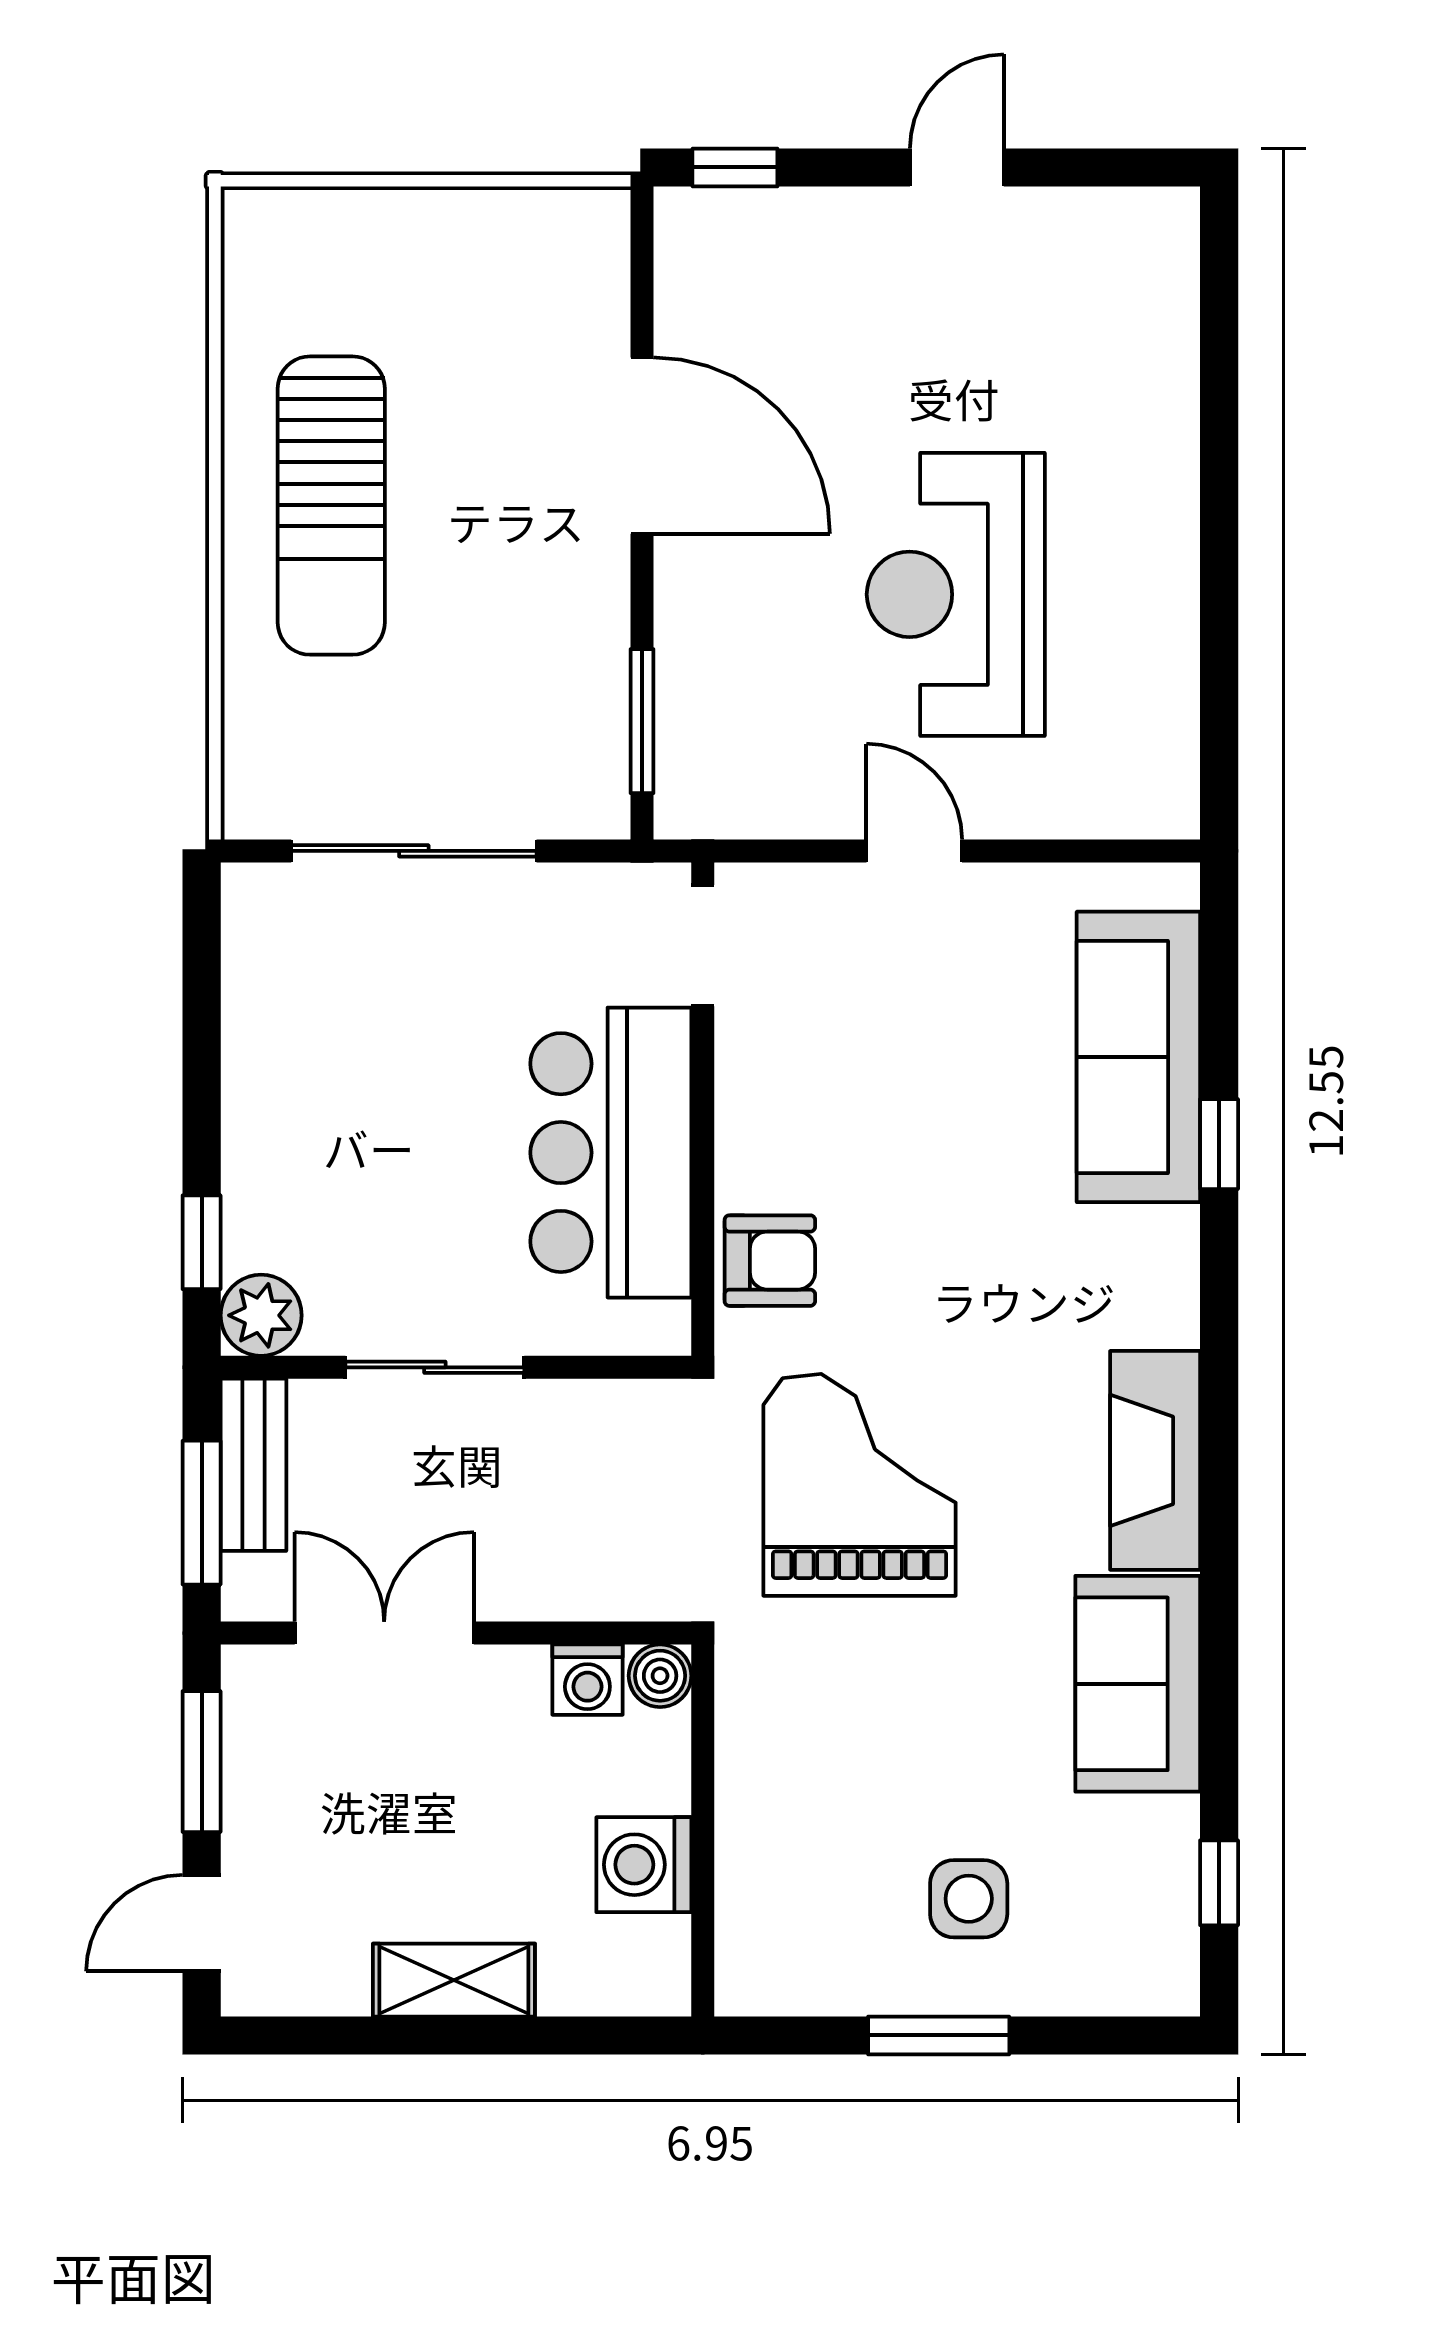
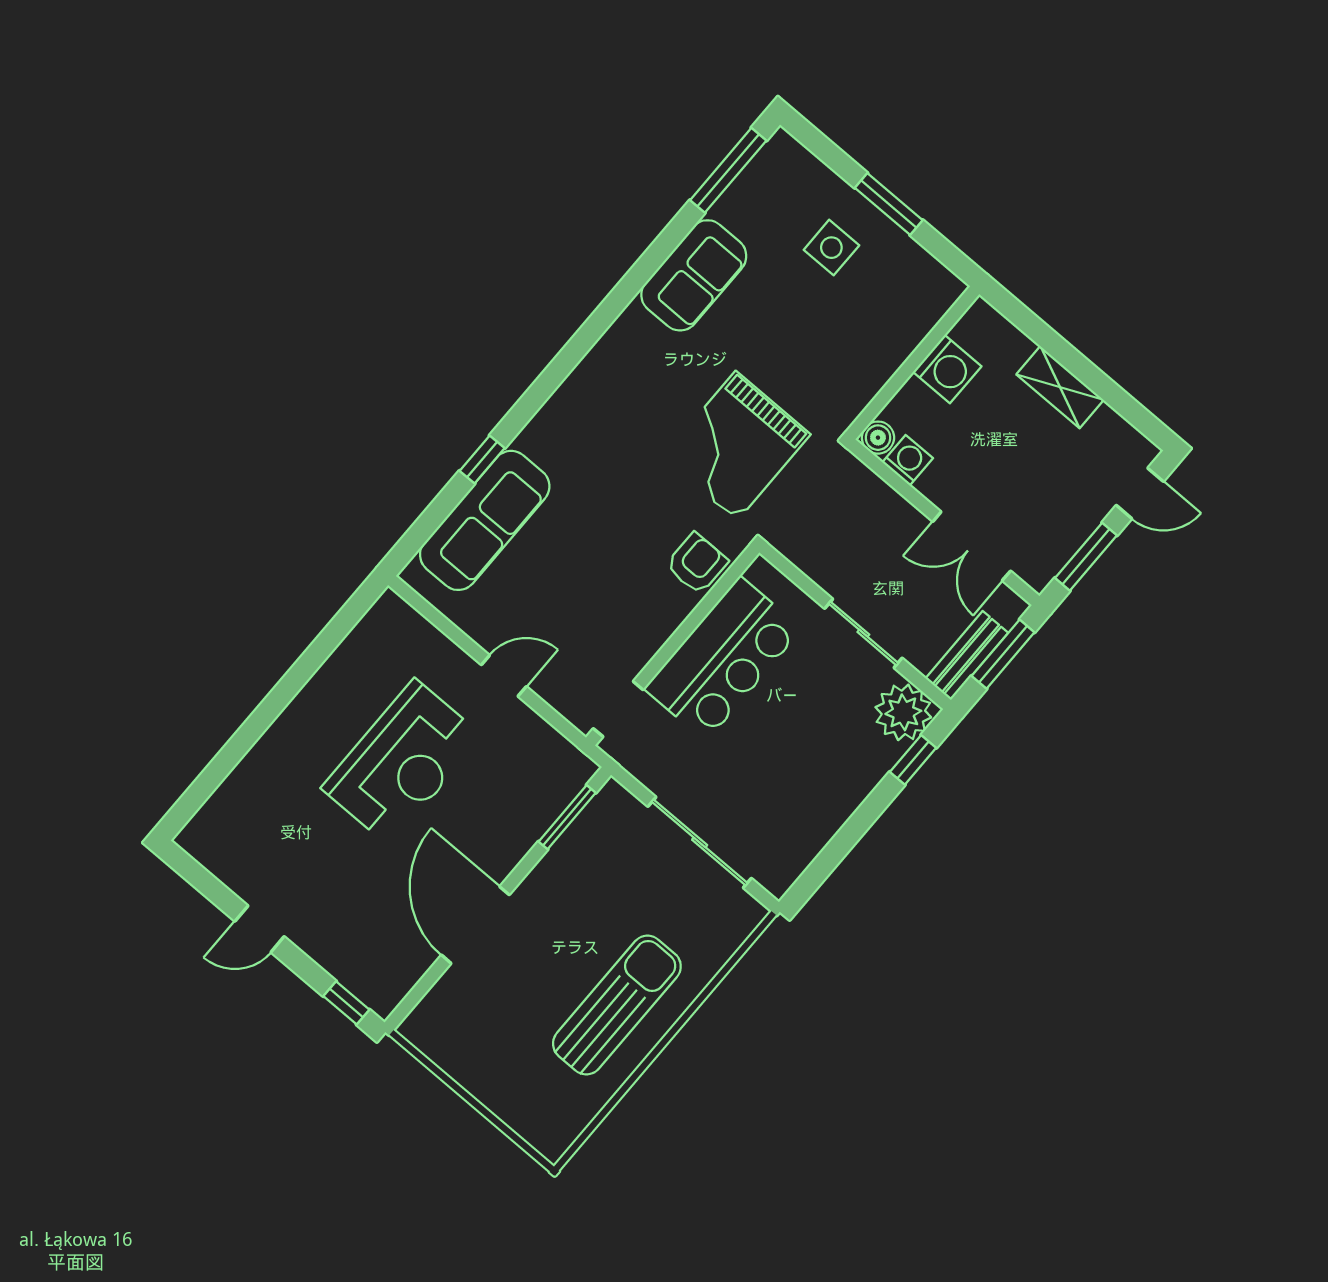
door: (914, 851) -> (504, 676), swing flipped
armchair: (770, 1261) -> (697, 563), turned 90
plant: (261, 1315) -> (903, 712), width x1.36, depth x1.36
fireplace: (1155, 1460) -> (613, 357), removed
window: (1219, 1883) -> (728, 170), width x2.17

